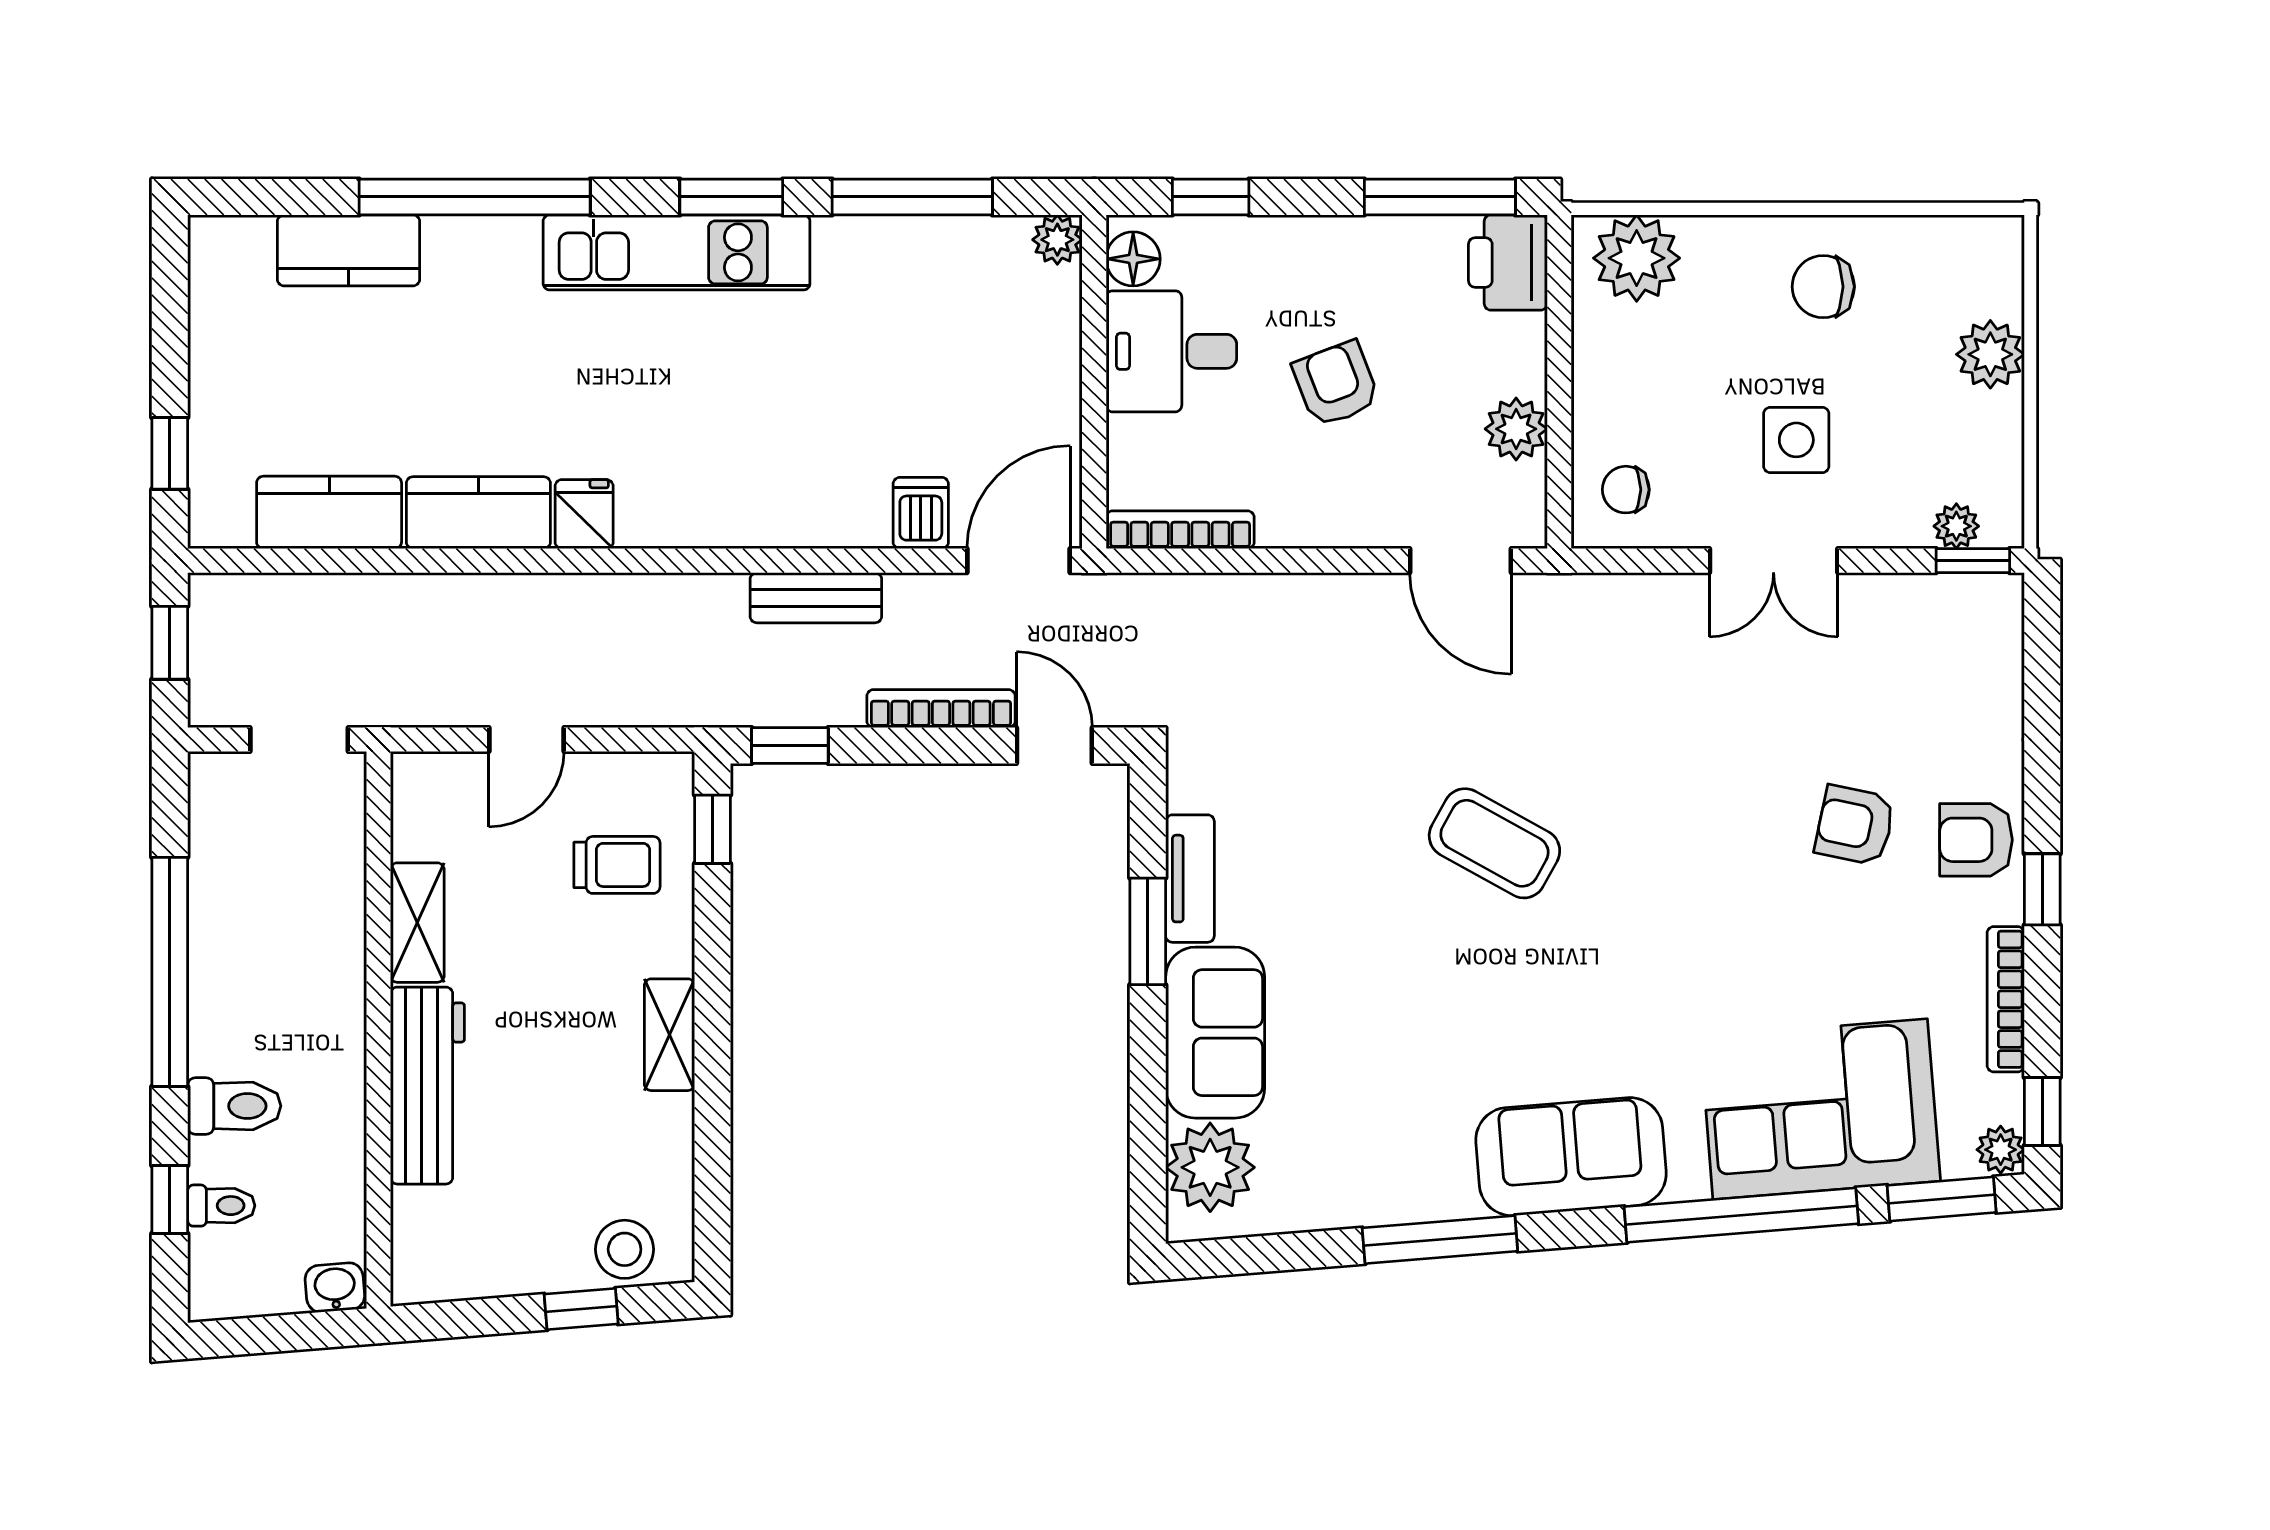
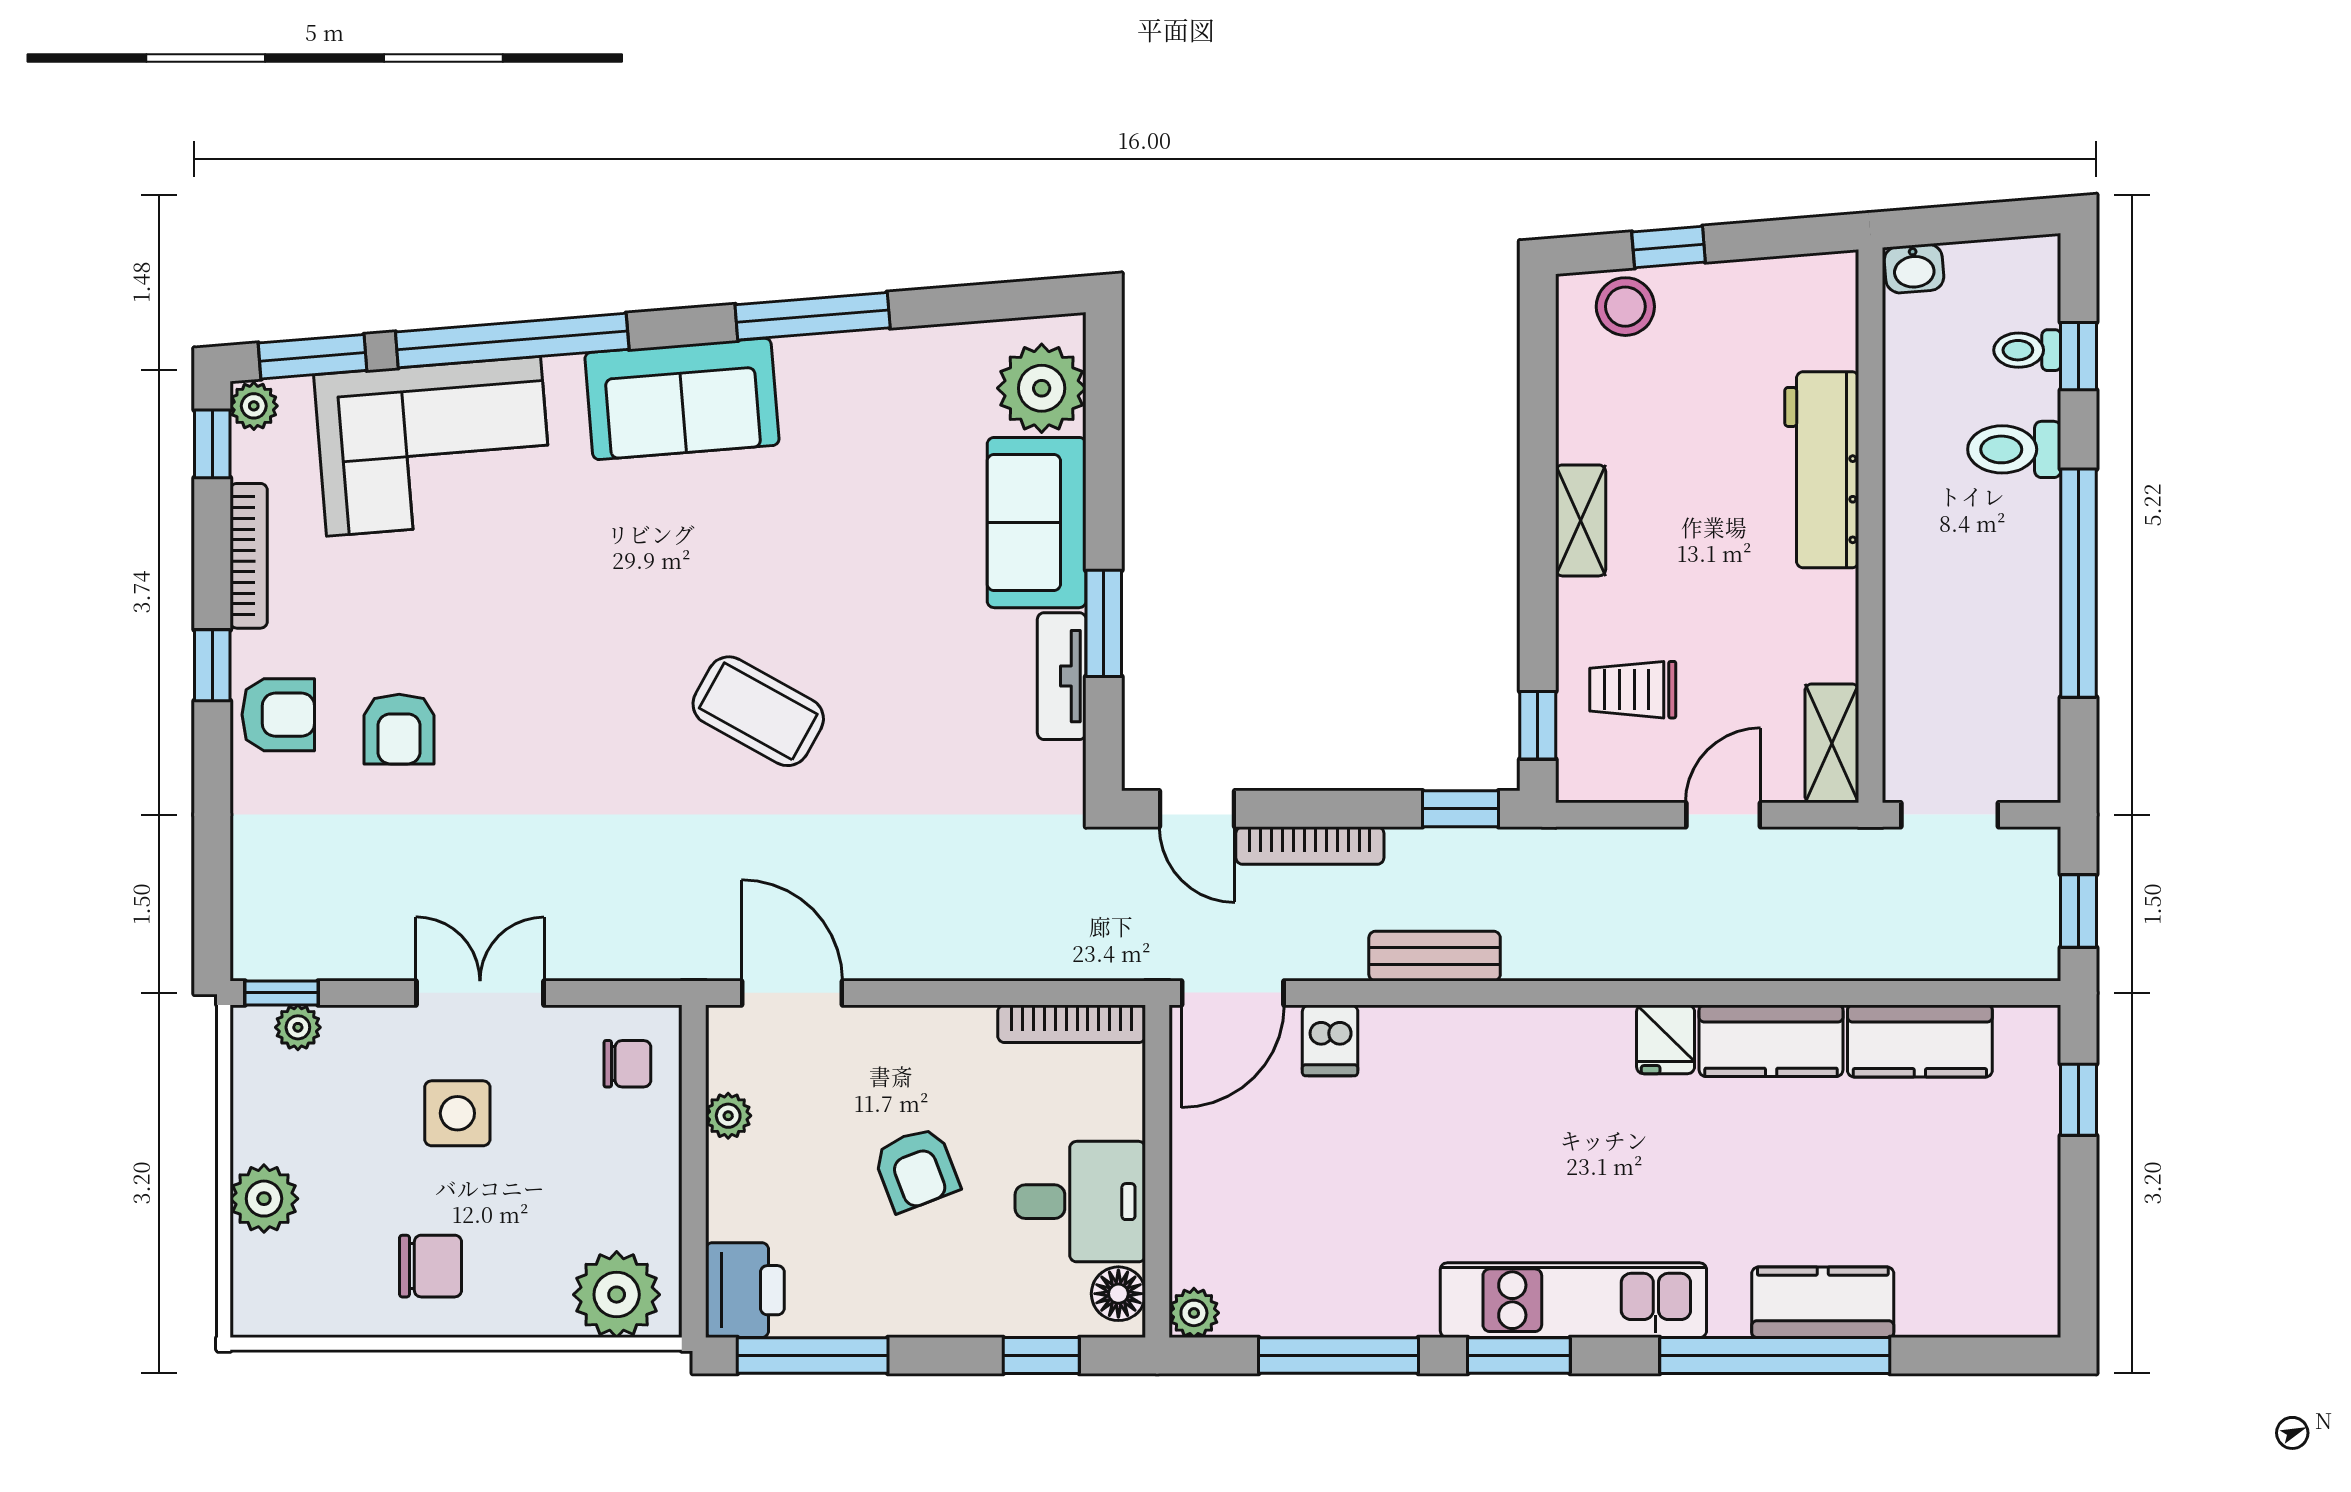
kitchen counter: (349, 250) -> (1823, 1302), moved
plant: (1516, 429) -> (728, 1116), width x0.73, depth x0.73
armchair: (1855, 825) -> (399, 729), turned 78
shelving: (417, 923) -> (1832, 743), moved

